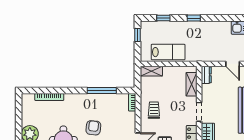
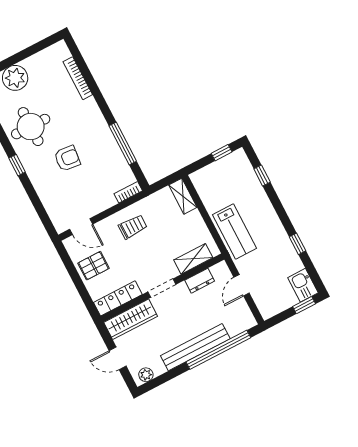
window: (194, 18) -> (298, 244), moved
lab bench: (168, 52) -> (234, 232), moved
door: (233, 64) -> (242, 285), moved
dresser: (206, 75) -> (200, 281), moved

